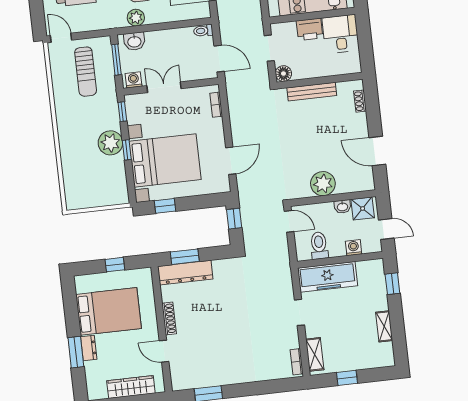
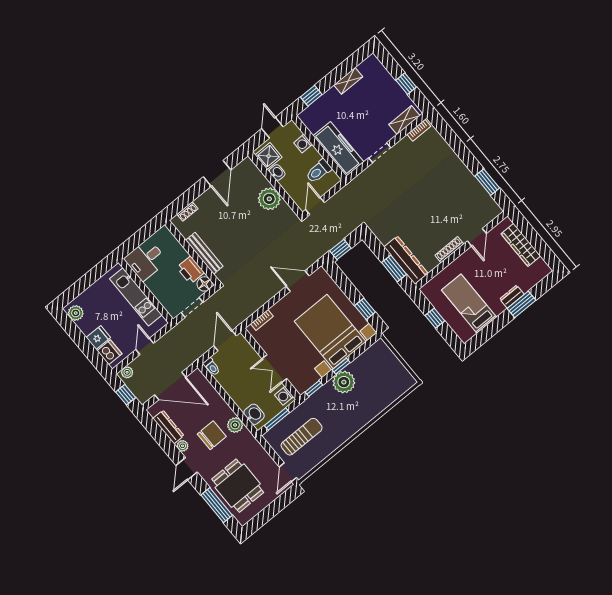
printer: (310, 29) -> (190, 270), moved, turned 180
bed: (109, 311) -> (469, 304), width x0.67

